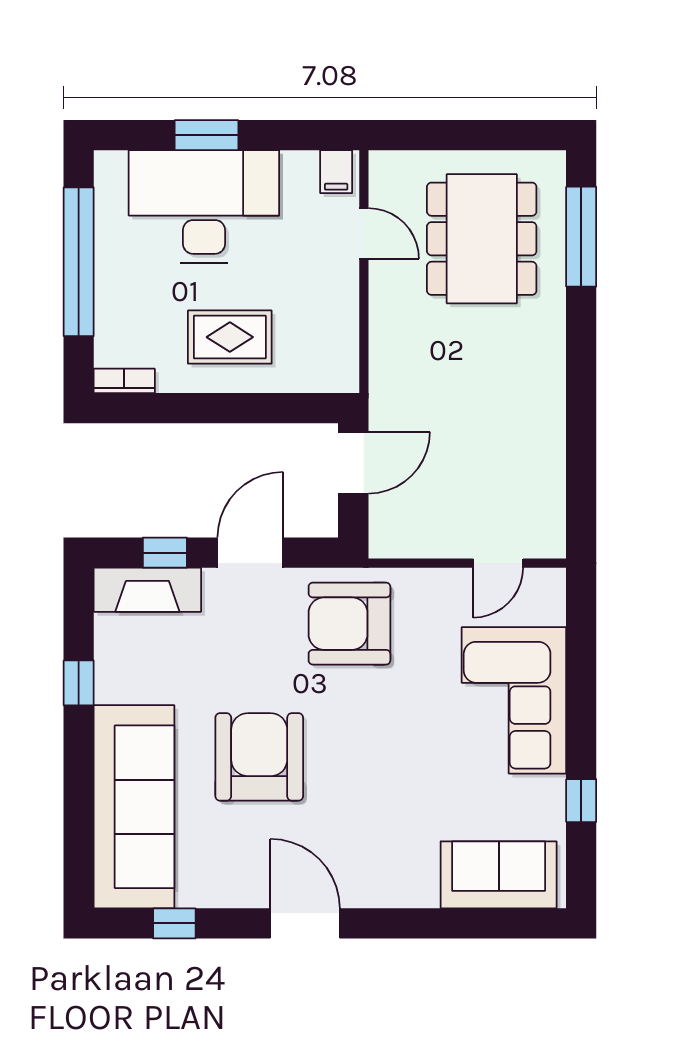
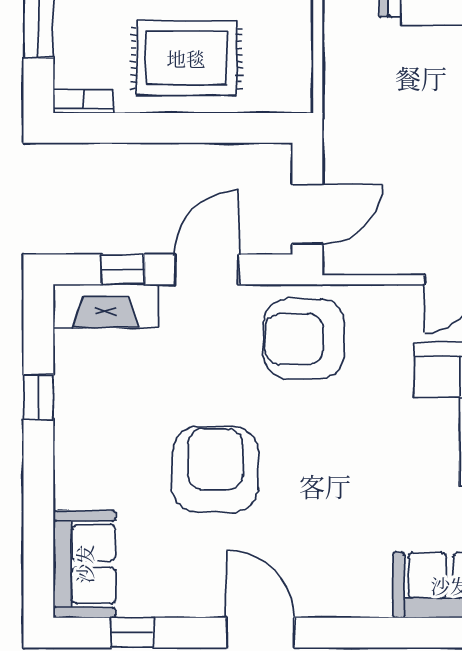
rug: (230, 337) -> (186, 58), width x1.36, depth x1.43
door: (353, 463) -> (307, 214), moved
sofa: (134, 807) -> (84, 564), width x0.54, depth x0.79

